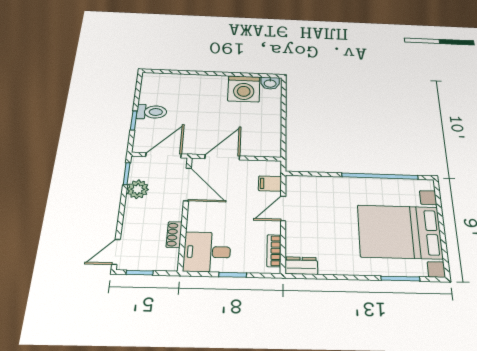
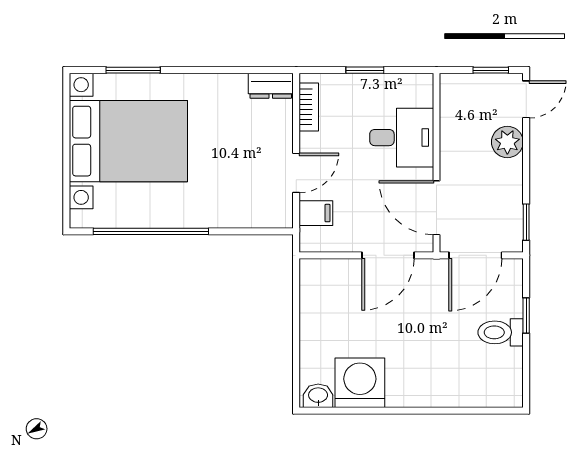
plant: (138, 189) -> (507, 142), moved
shoe rack: (174, 235) -> (449, 127), removed
desk: (207, 252) -> (402, 138), moved

